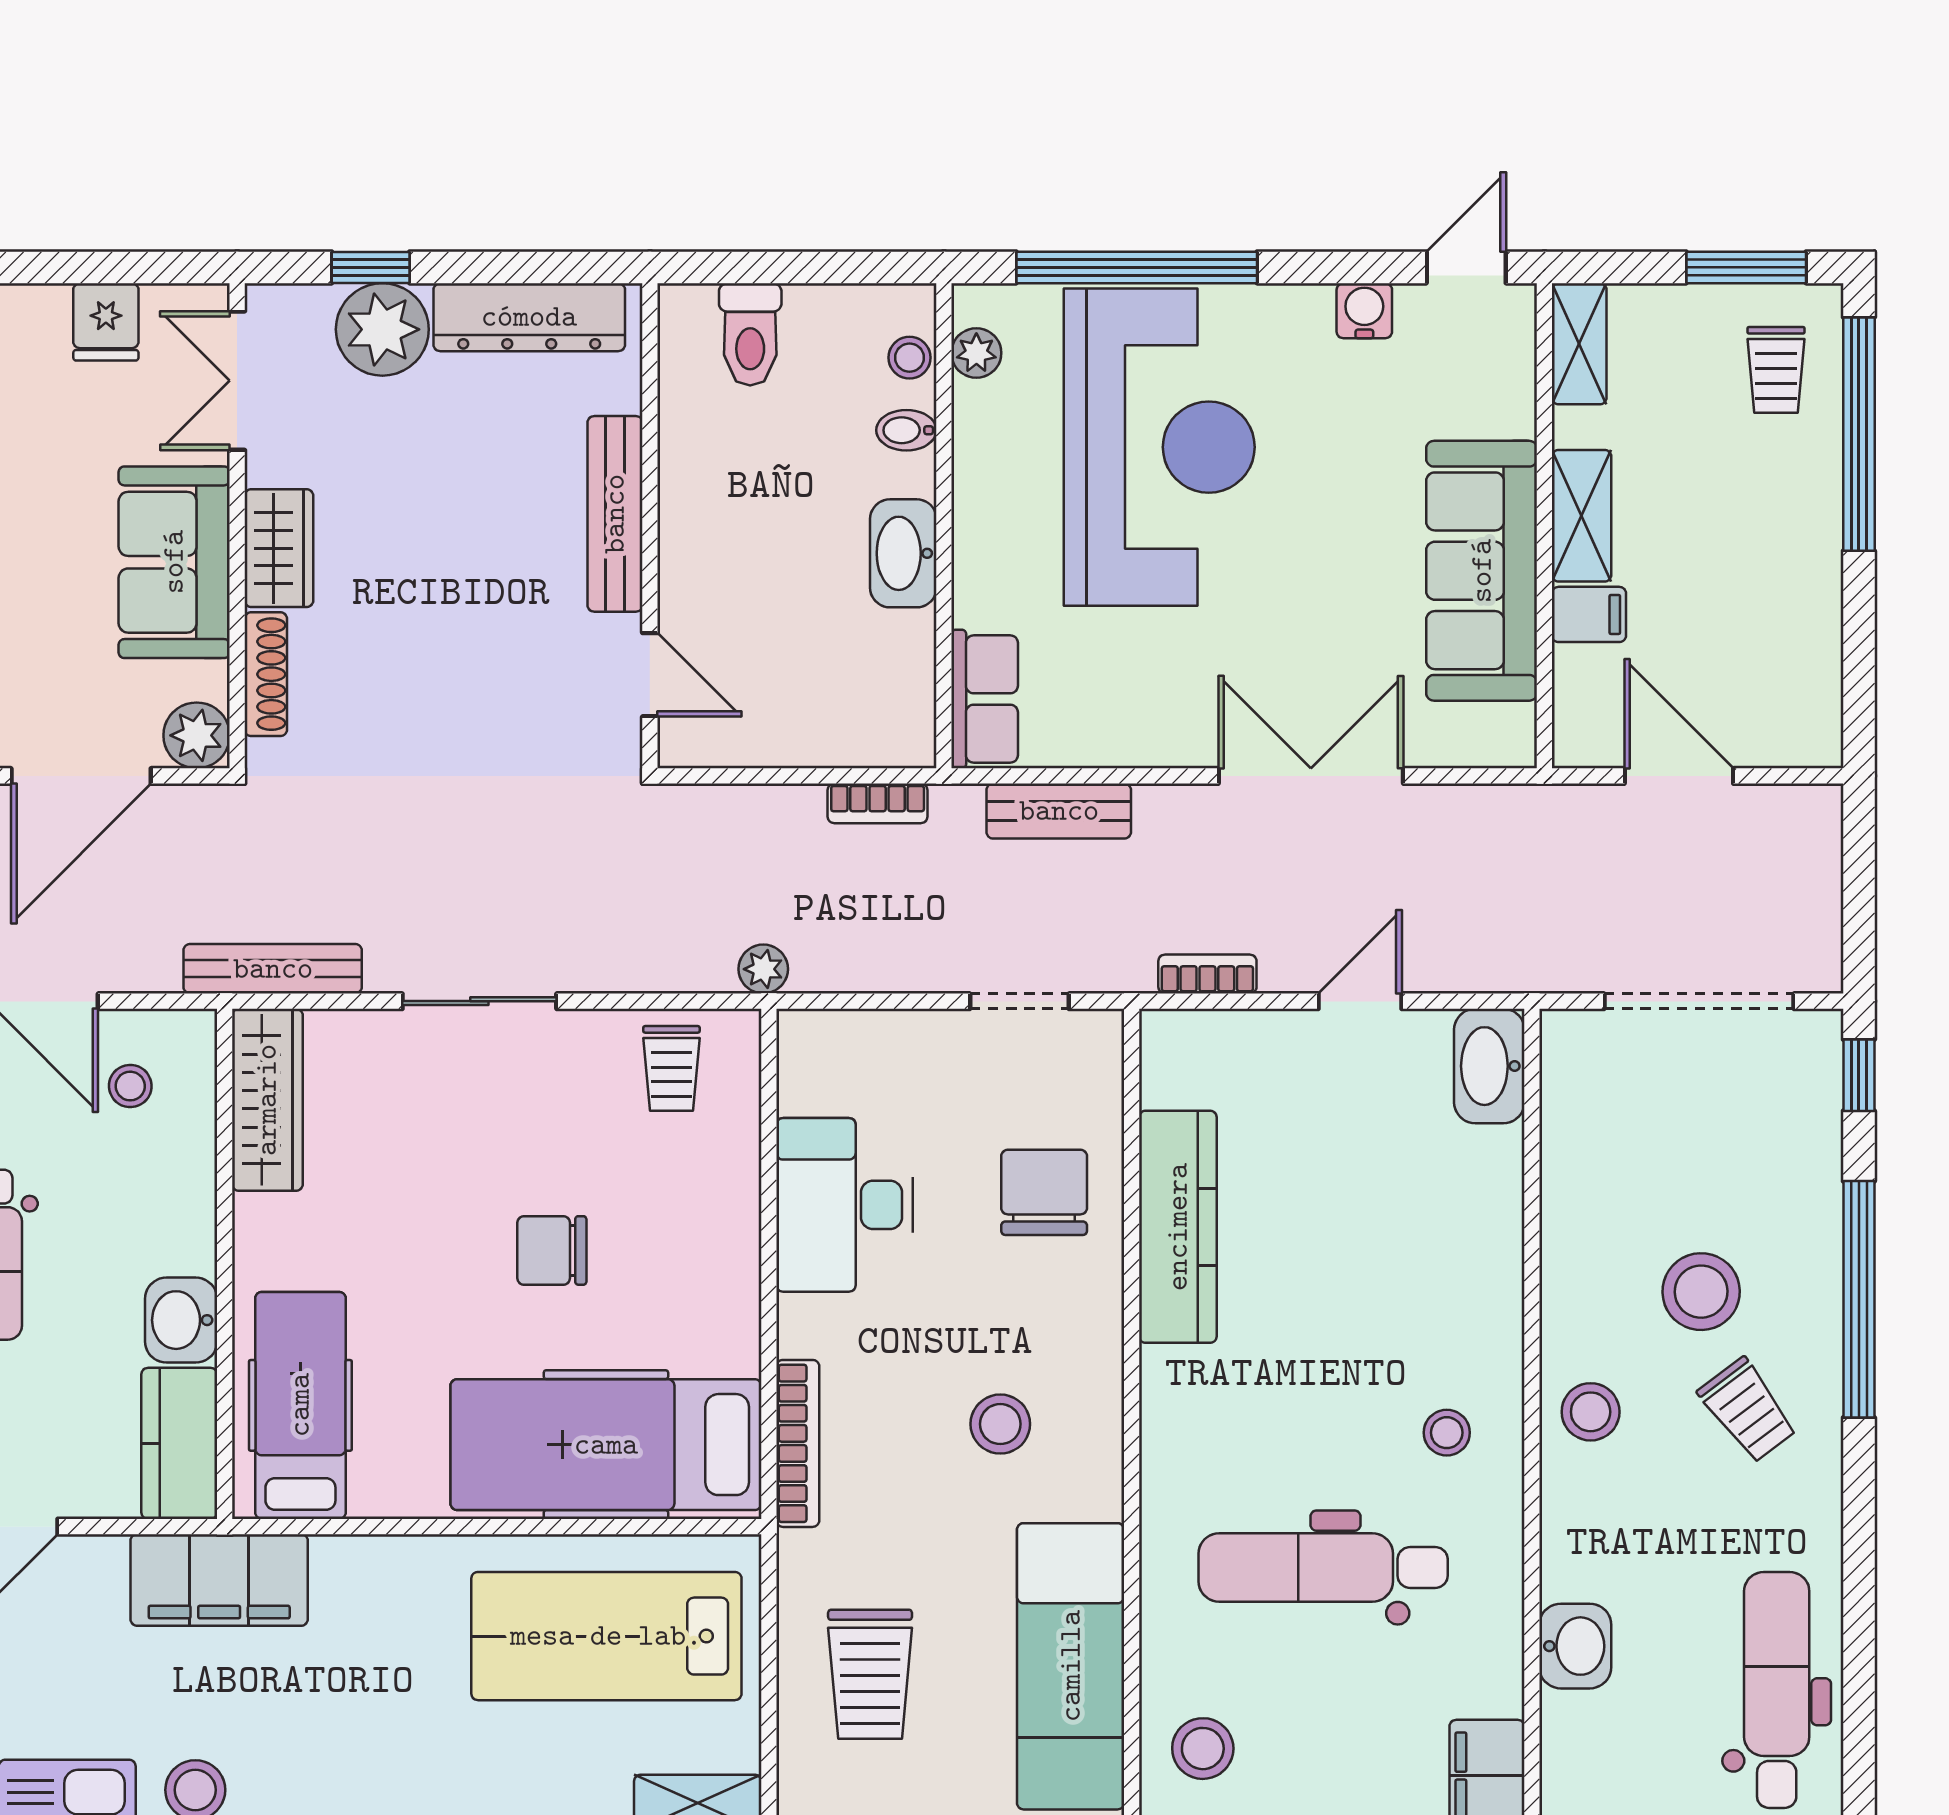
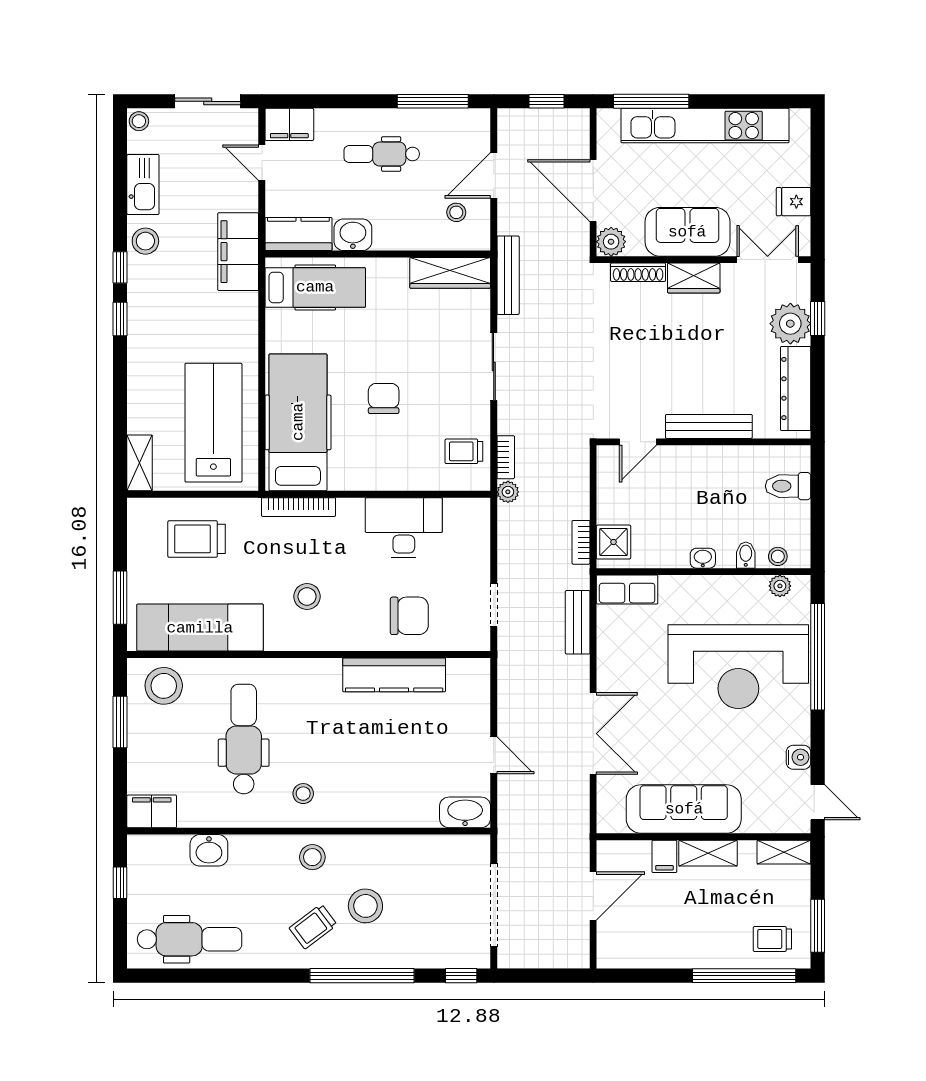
washbasin: (903, 553) -> (703, 558), width x0.52, depth x0.69
shower: (877, 730) -> (613, 542), added
bookcase: (1207, 974) -> (506, 457), moved
stool: (1203, 1749) -> (164, 686), width x1.38, depth x1.38

